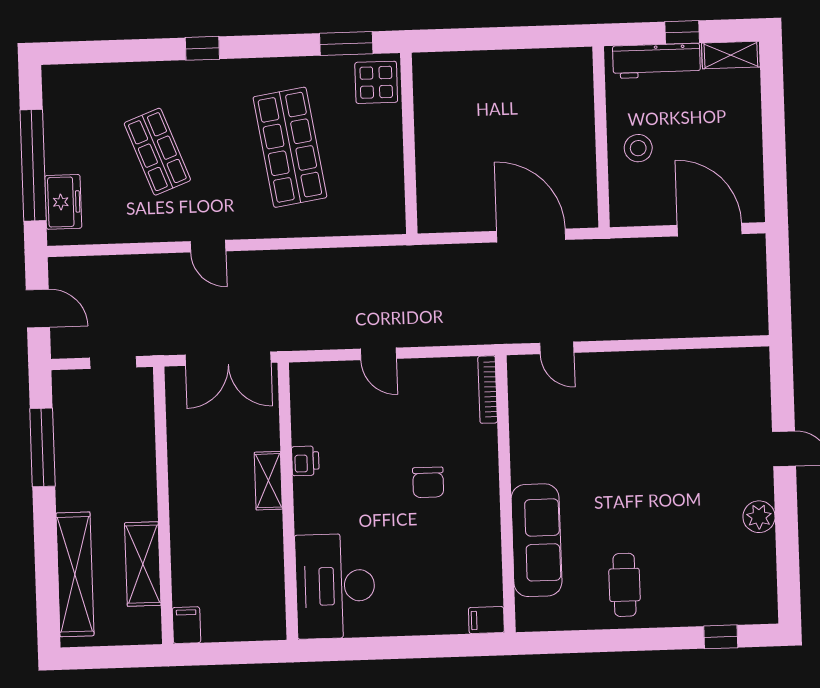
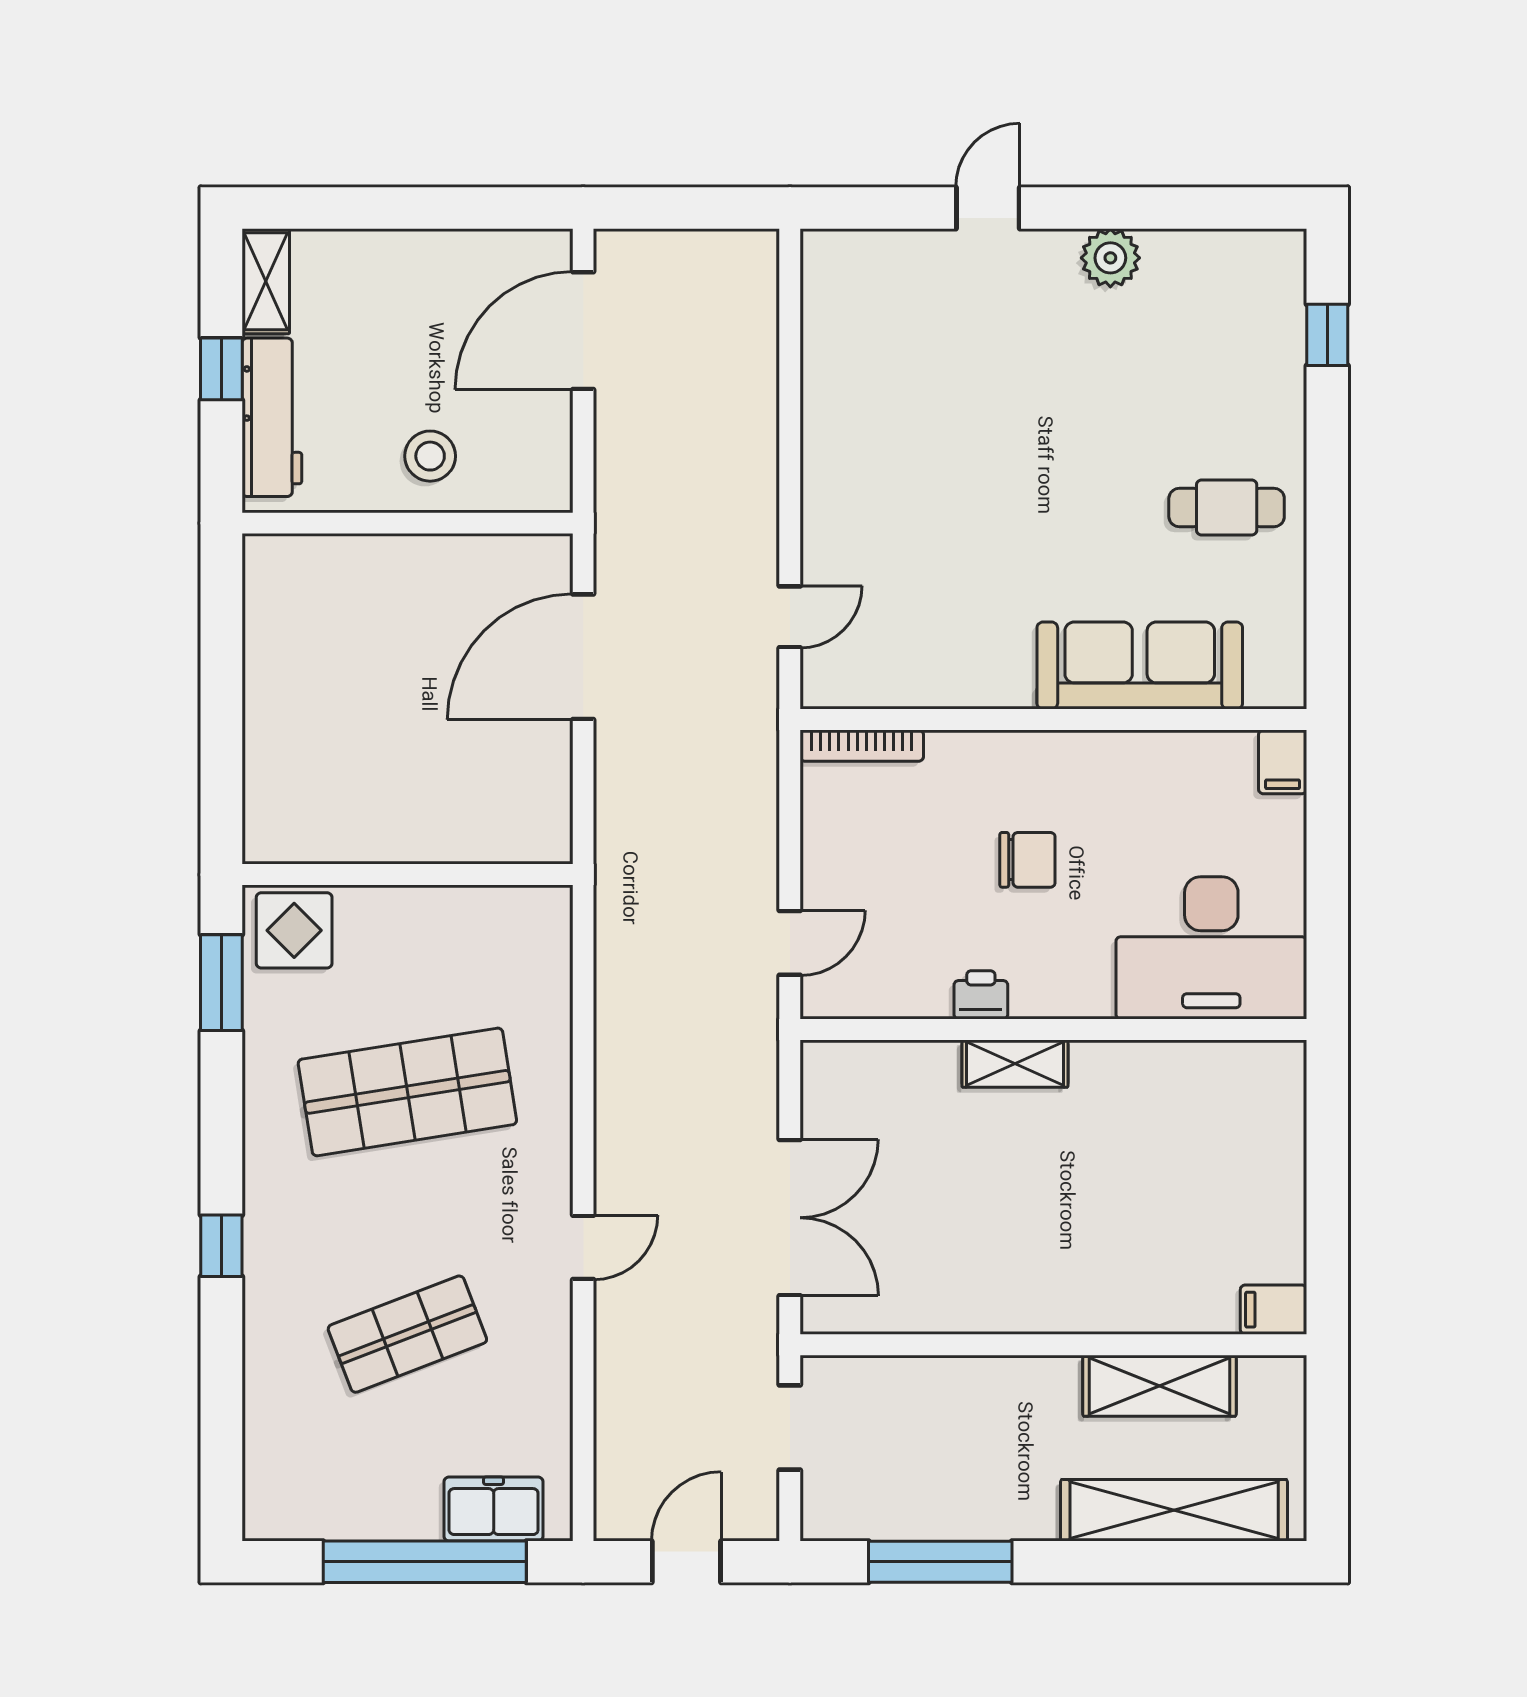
printer: (305, 461) -> (981, 995), moved
shelving: (268, 481) -> (1015, 1064), moved
wall: (288, 501) -> (1053, 1030), moved
desk: (335, 586) -> (1211, 948), moved

